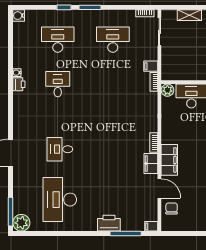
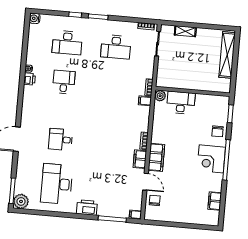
desk: (58, 40) -> (67, 43), turned 180
desk: (113, 40) -> (116, 47), turned 180
filing cabinet: (151, 66) -> (145, 101), moved
printer: (109, 223) -> (87, 208), moved

